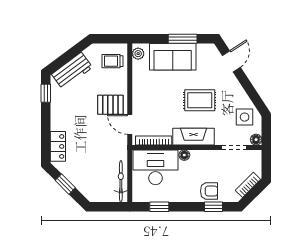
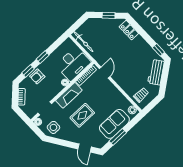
pallet: (110, 105) -> (123, 73), removed
door: (130, 124) -> (105, 73), hinge flipped
window: (159, 207) -> (43, 57), moved

